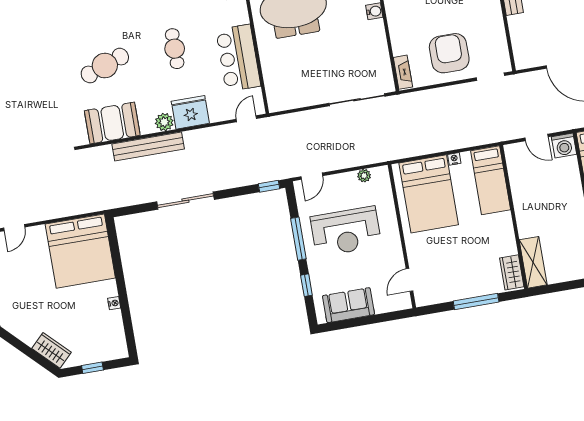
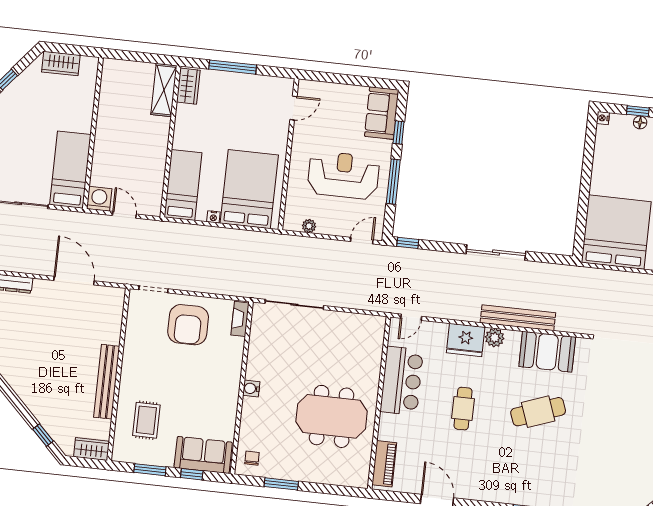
nightstand: (114, 303) -> (603, 118), moved
sofa: (348, 305) -> (382, 113), moved, turned 90
floor lamp: (87, 358) -> (640, 122), added

